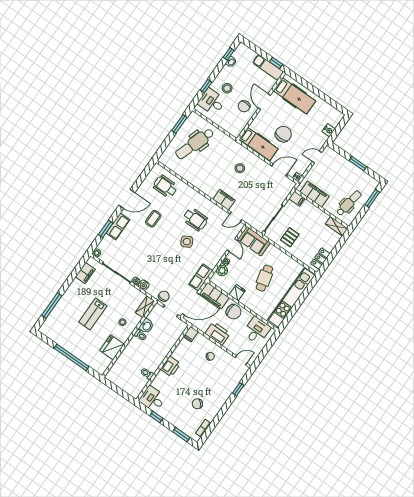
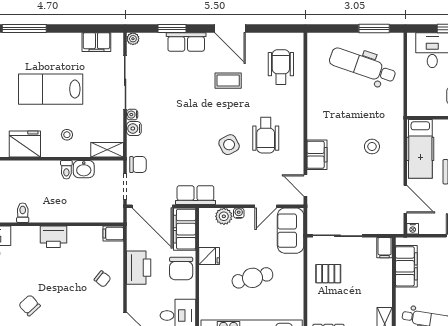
lab bench: (93, 314) -> (51, 89), width x1.36, depth x1.39

